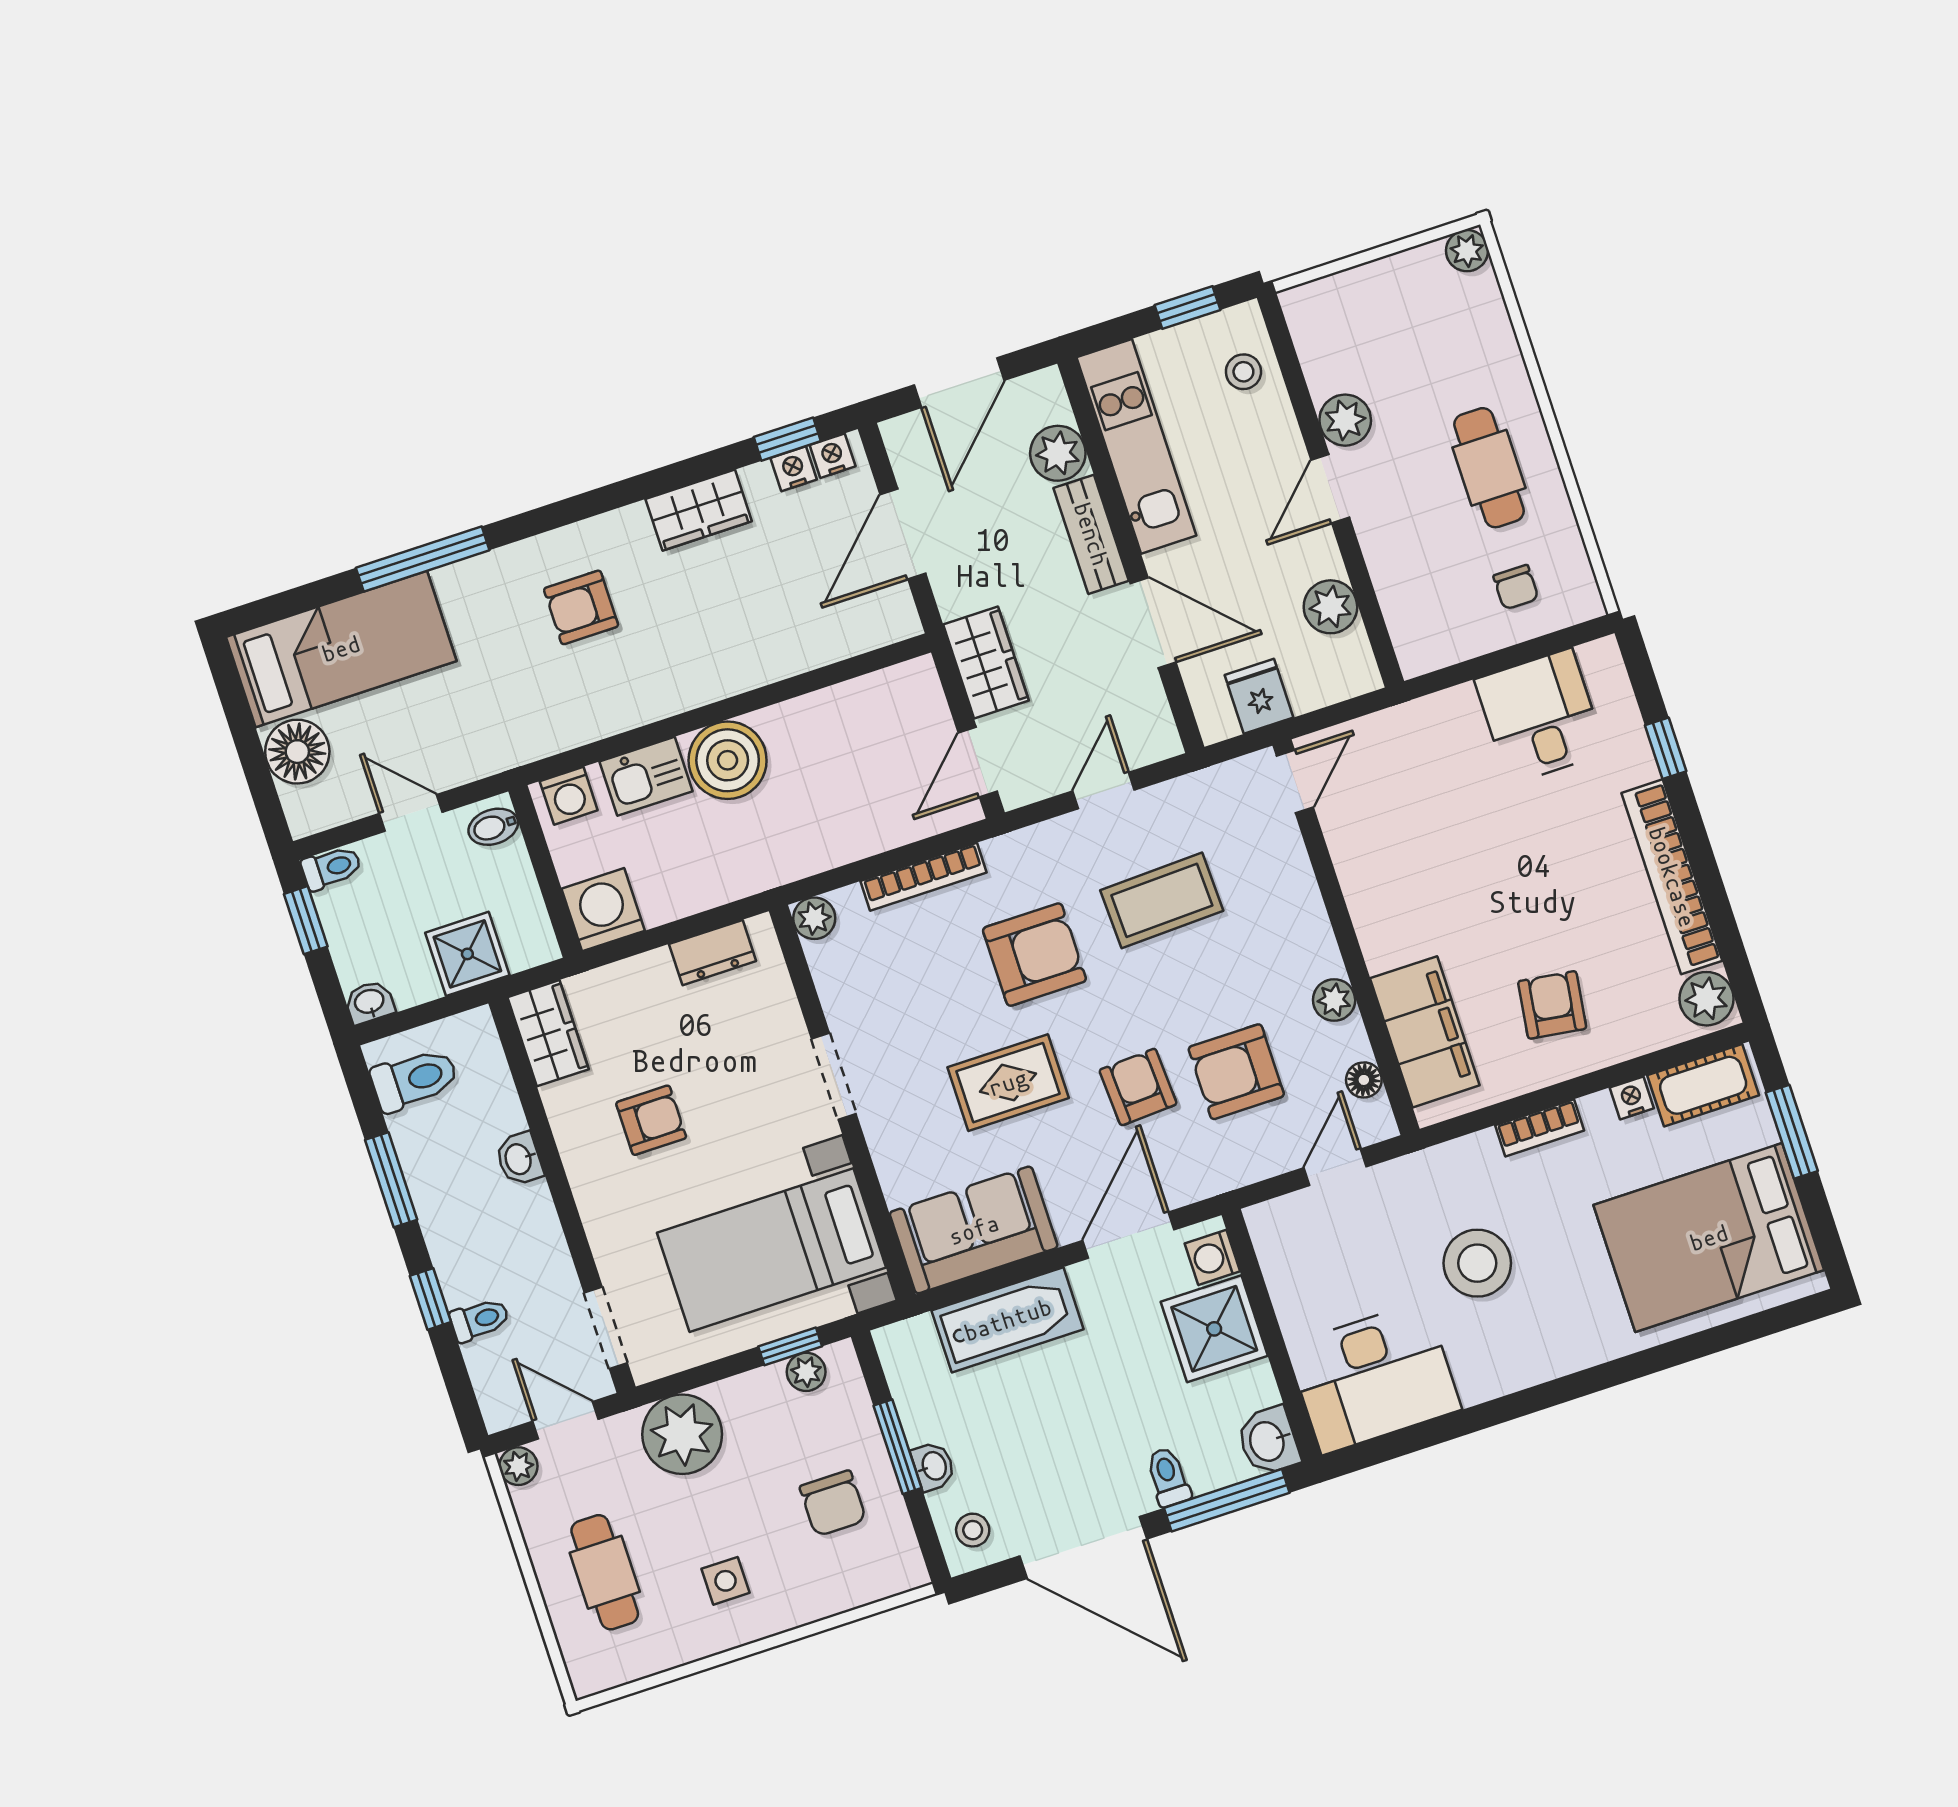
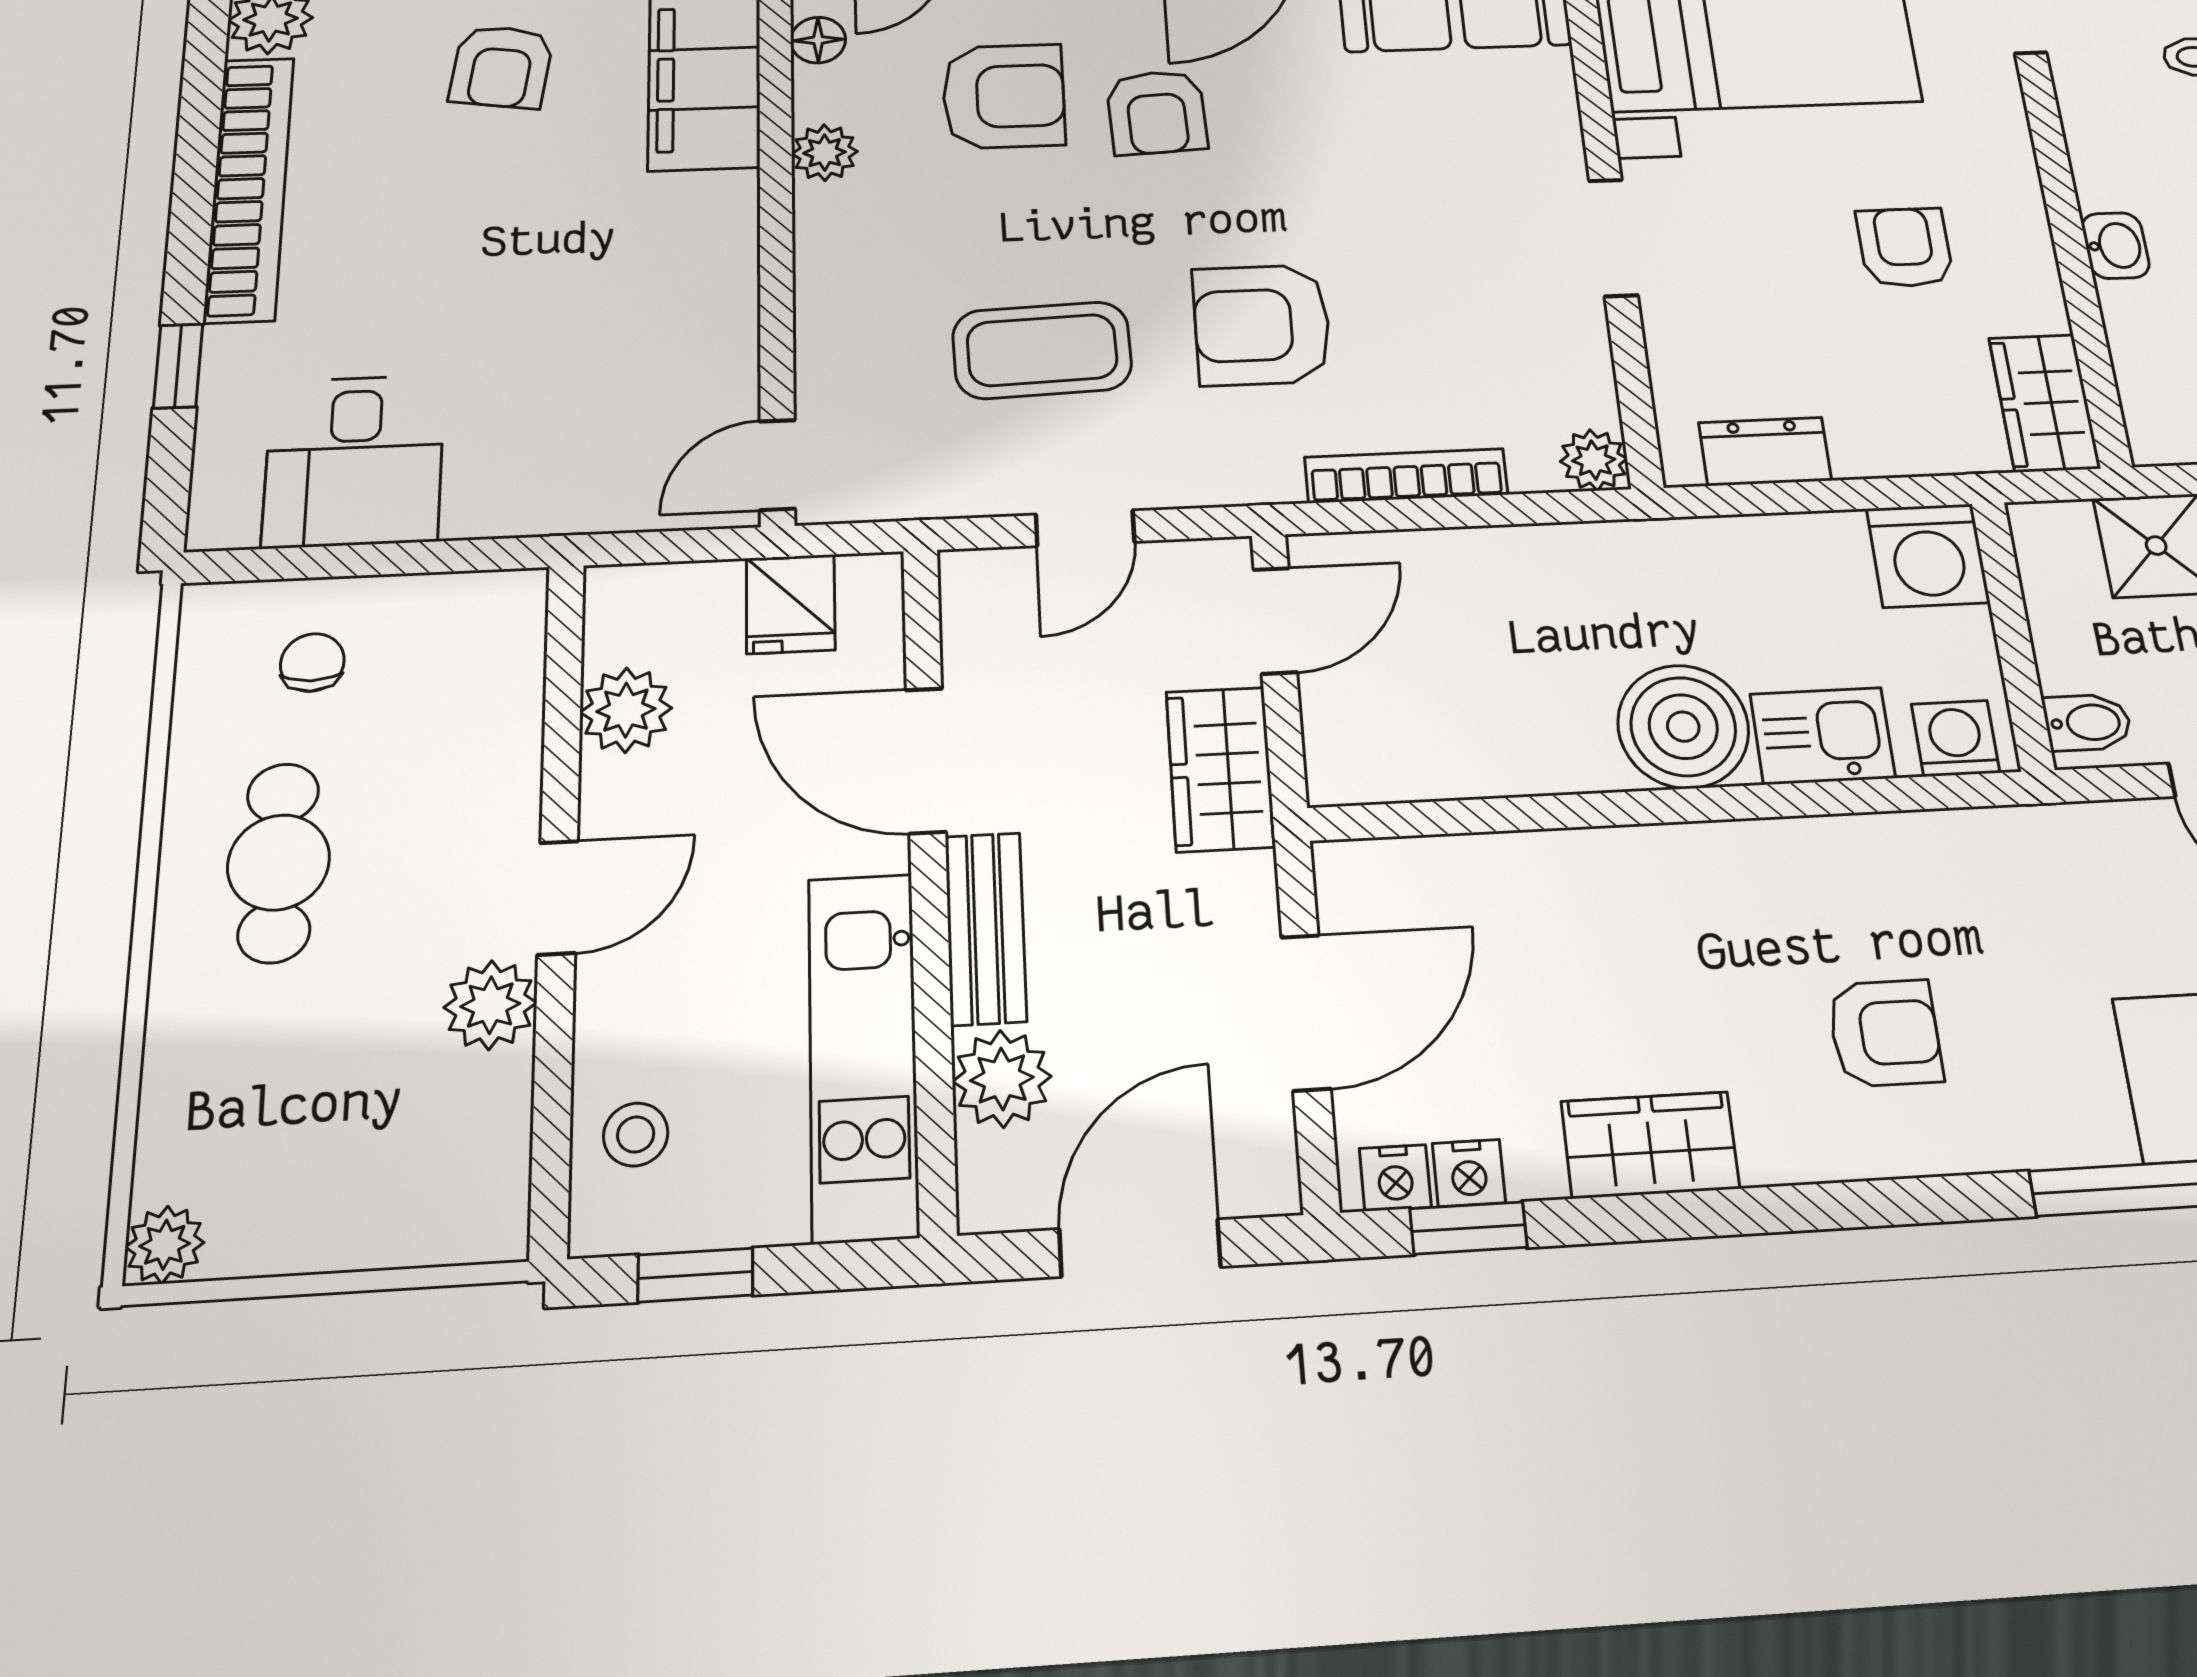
rug: (1008, 1083) -> (1350, 165), removed
armchair: (651, 1120) -> (1905, 248), turned 90

